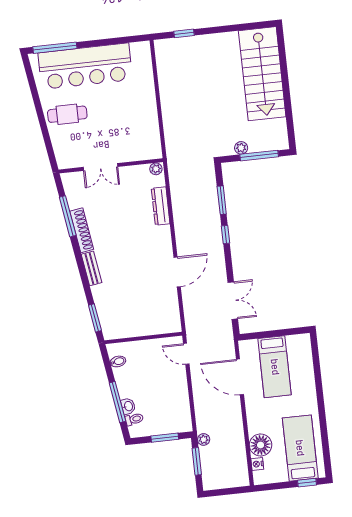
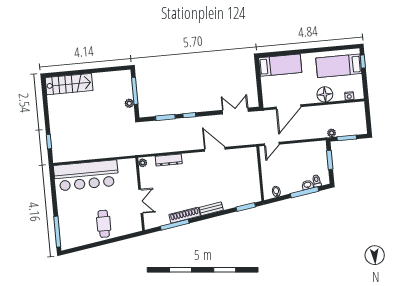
bar counter: (85, 66) -> (86, 175), moved, turned 90
stairs: (262, 74) -> (69, 84), width x0.73, depth x0.66
bed: (275, 367) -> (280, 65), moved
floor lamp: (261, 445) -> (325, 94), moved

